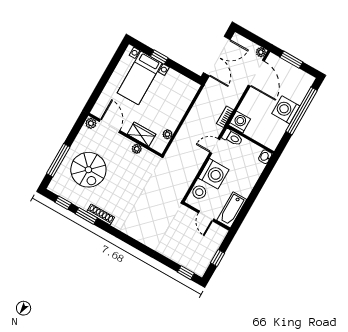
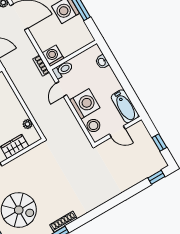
plant: (137, 149) -> (25, 158), removed
washbasin: (265, 157) -> (102, 62), moved

